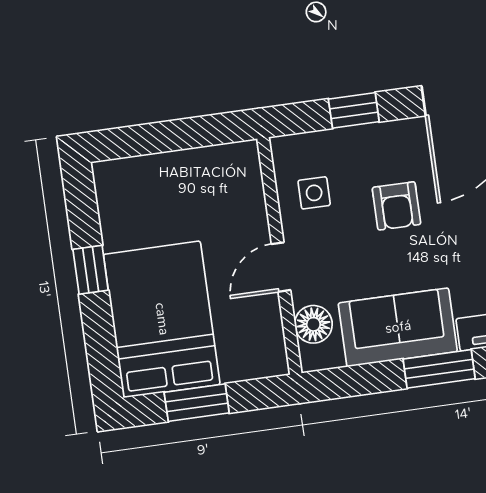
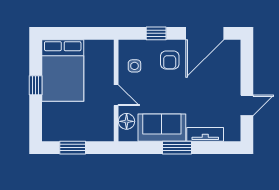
armchair: (396, 206) -> (170, 60), moved
door: (281, 267) -> (116, 95), swing flipped
bed: (162, 319) -> (63, 71), moved, turned 180

